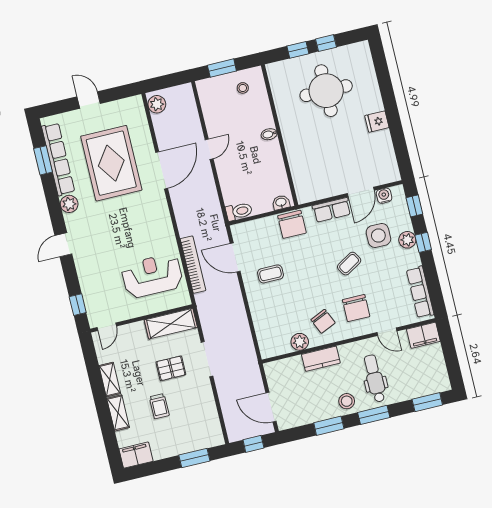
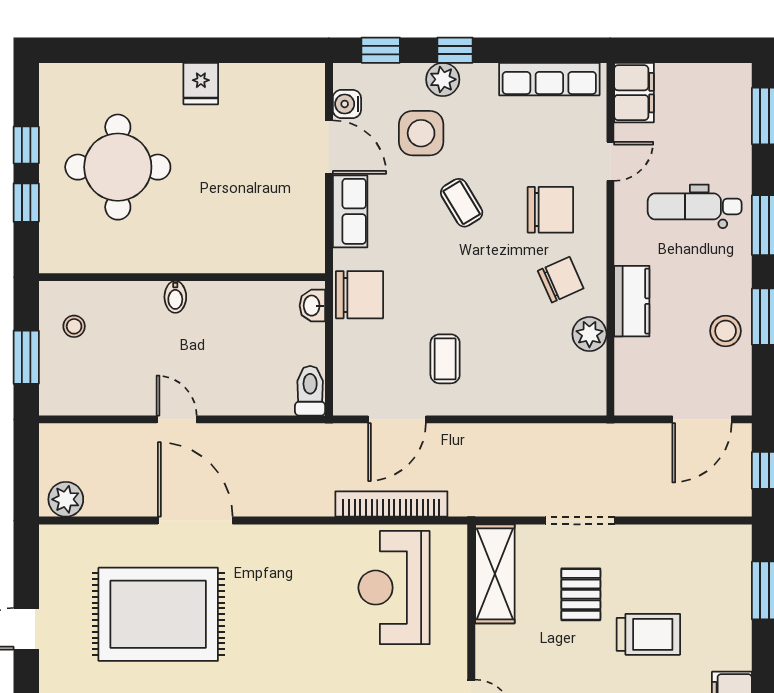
stool: (347, 401) -> (726, 331), moved
trolley: (159, 406) -> (648, 634), width x1.36, depth x1.39

